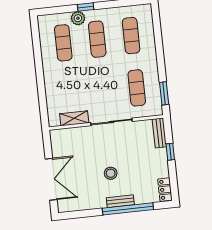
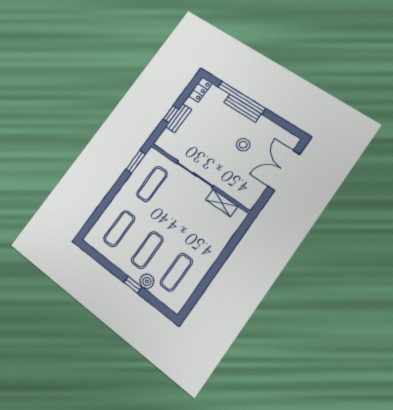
bench: (159, 133) -> (179, 118), moved
stool: (111, 173) -> (243, 145), moved
bench: (120, 201) -> (242, 108), width x1.36

